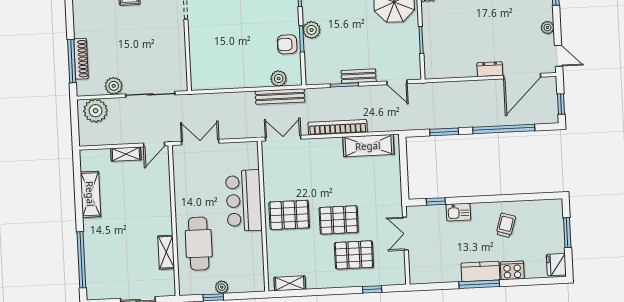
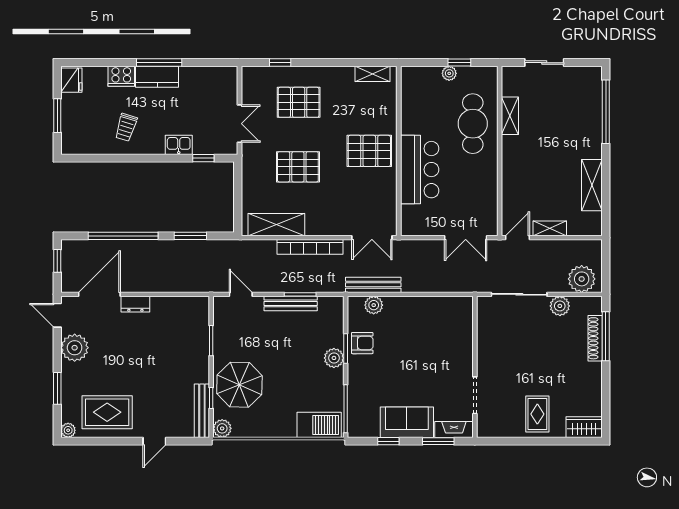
plant: (548, 28) -> (75, 348), width x1.87, depth x1.87
bench: (359, 76) -> (291, 303), width x1.36
pallet: (339, 220) -> (298, 167), moved

